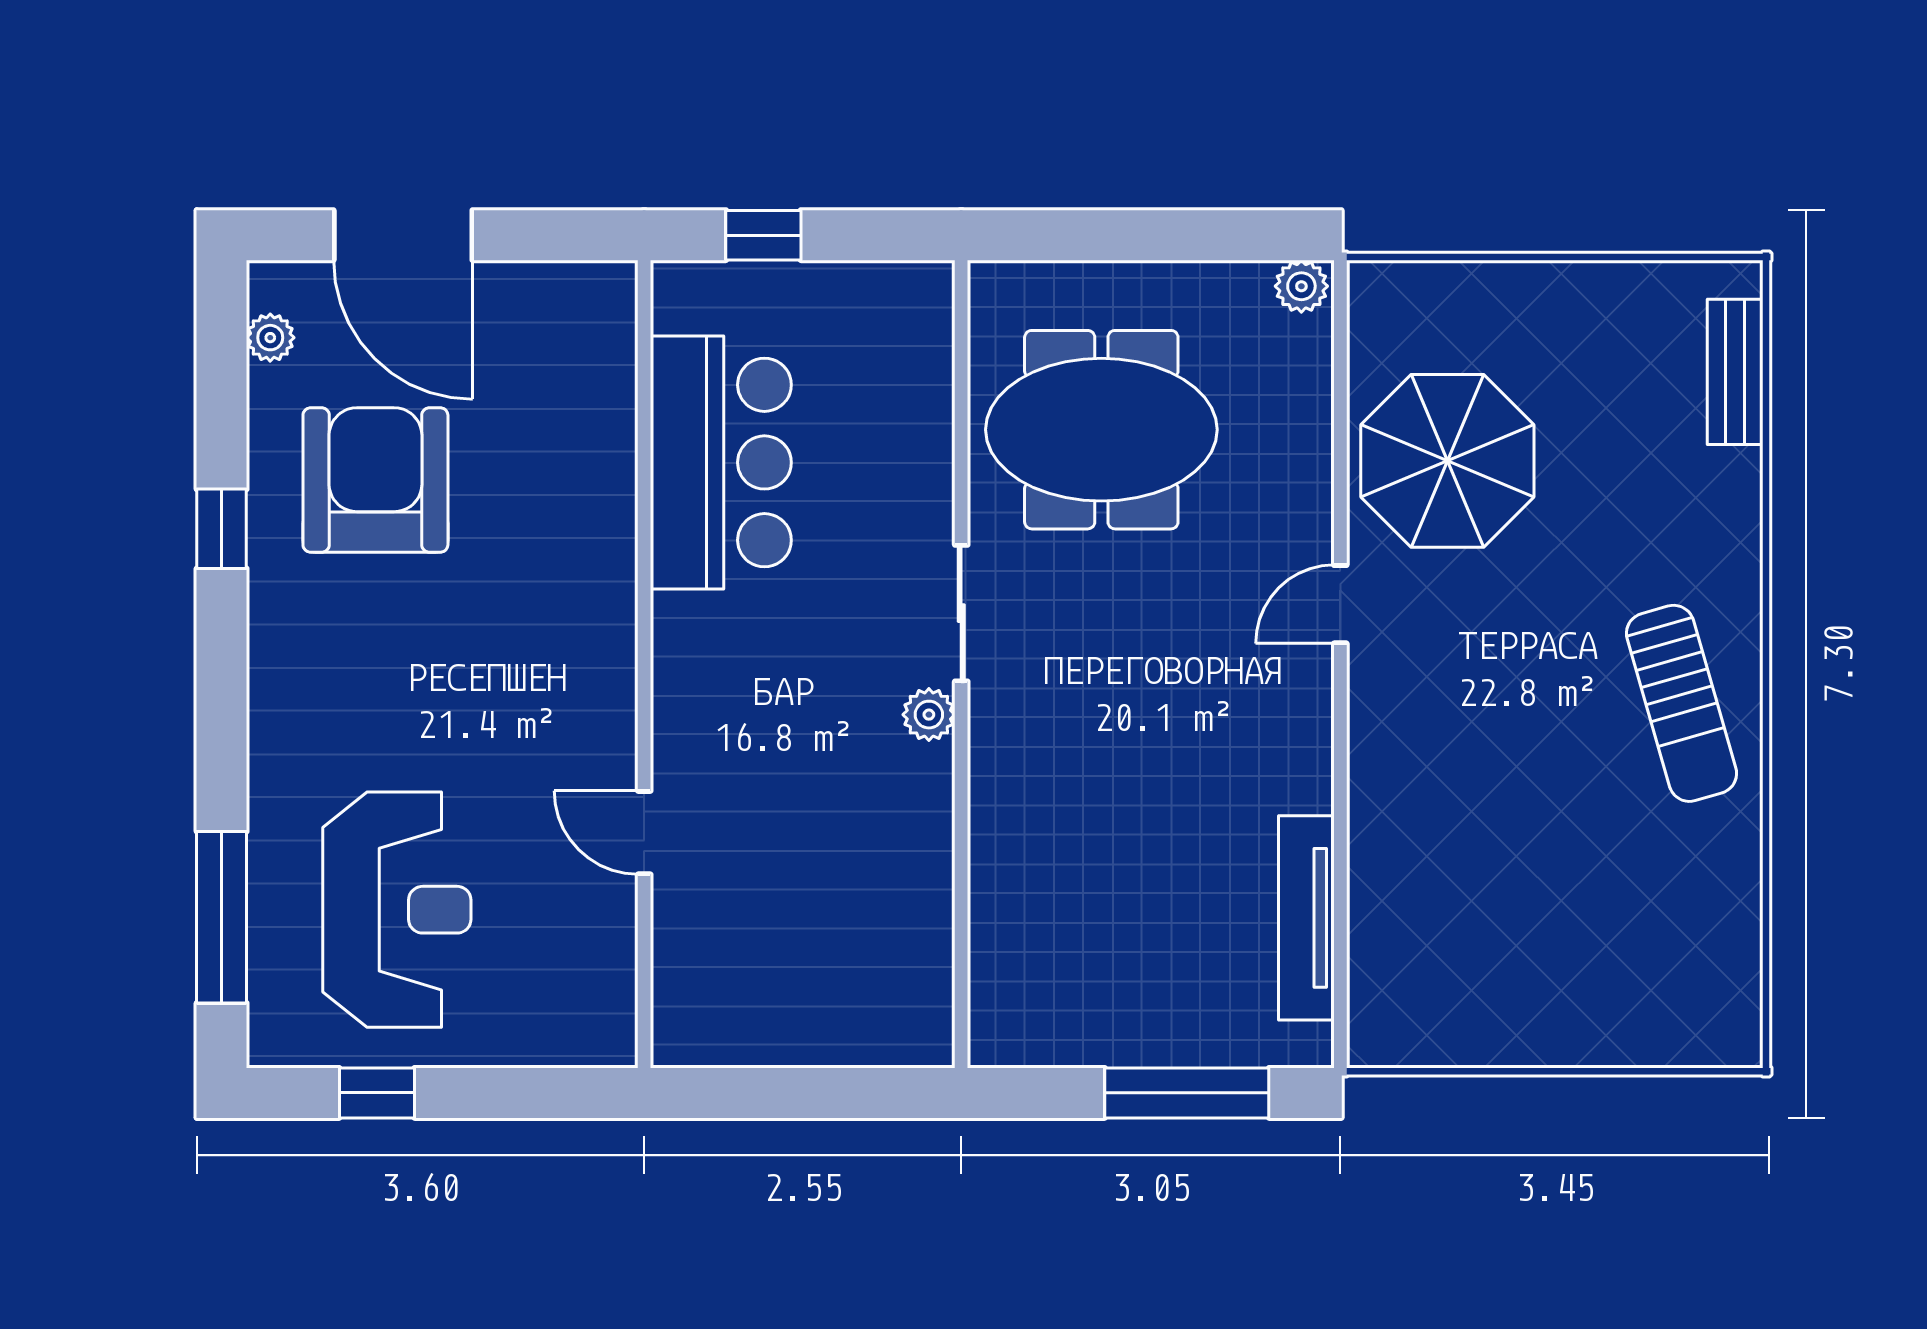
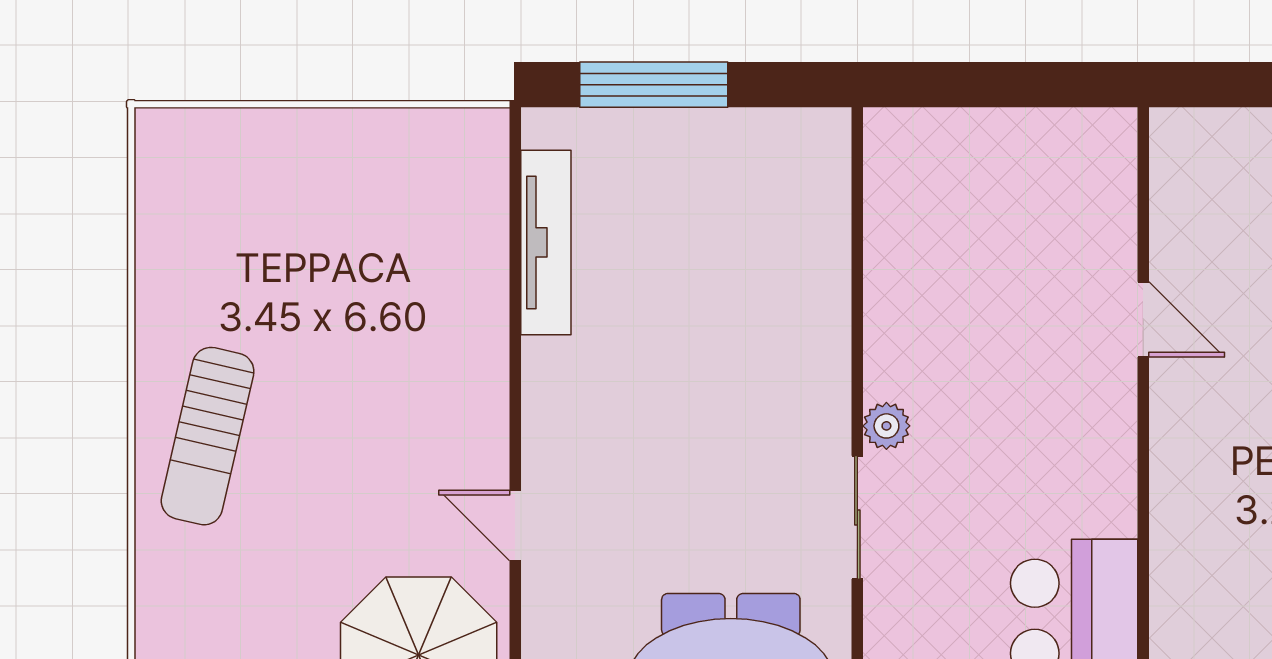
door: (1340, 604) -> (515, 525), swing flipped
sun lounger: (1682, 703) -> (208, 436), turned -151

